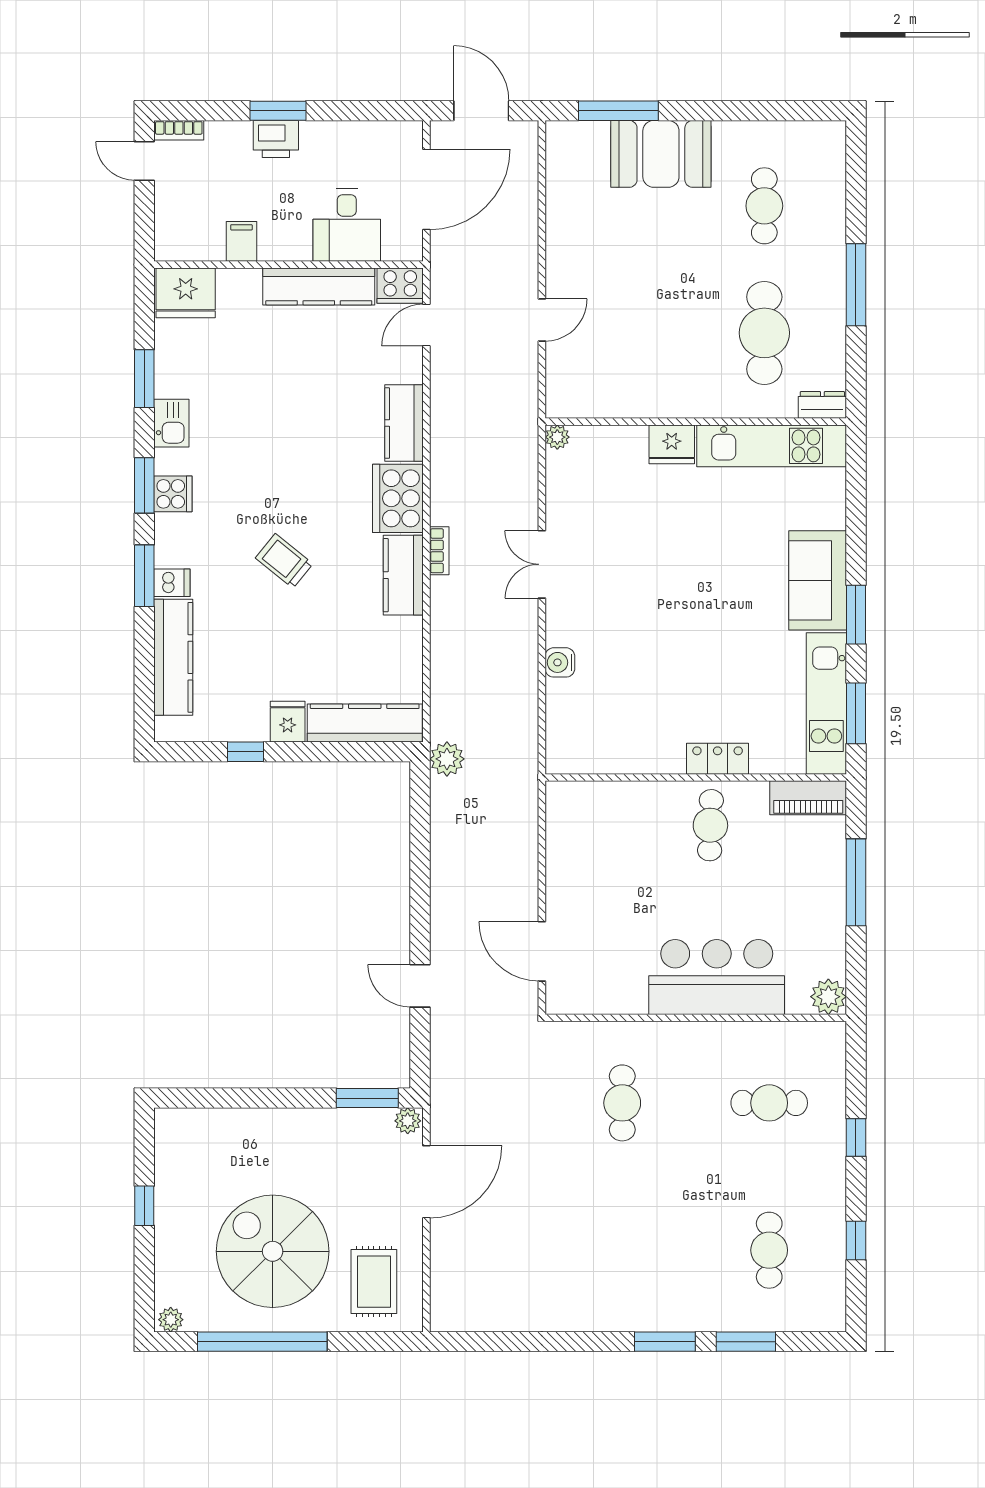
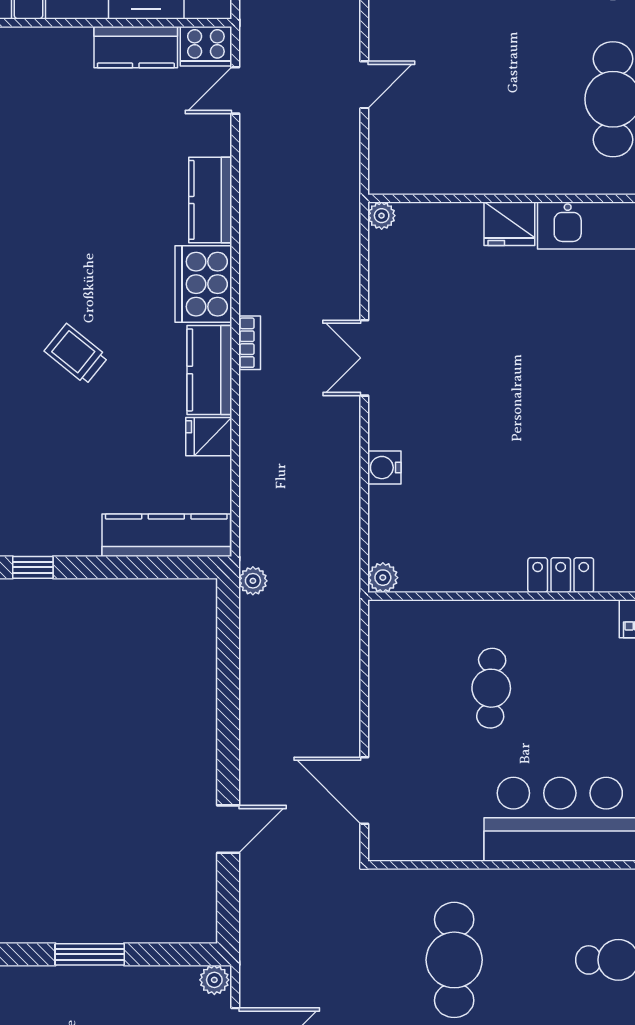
kitchen counter: (319, 286) -> (136, 47), width x0.67
fridge: (288, 722) -> (209, 437), moved, turned -90
plant: (447, 759) -> (253, 581), width x0.73, depth x0.73
plant: (558, 761) -> (383, 578), added
cafe table: (710, 825) -> (491, 688), moved
door: (420, 986) -> (228, 829), swing flipped
window: (367, 1098) -> (90, 954), moved
cafe table: (622, 1103) -> (454, 960), width x1.37, depth x1.35

